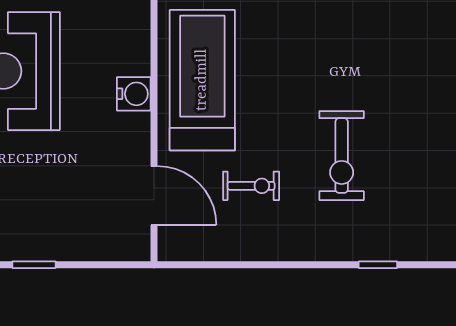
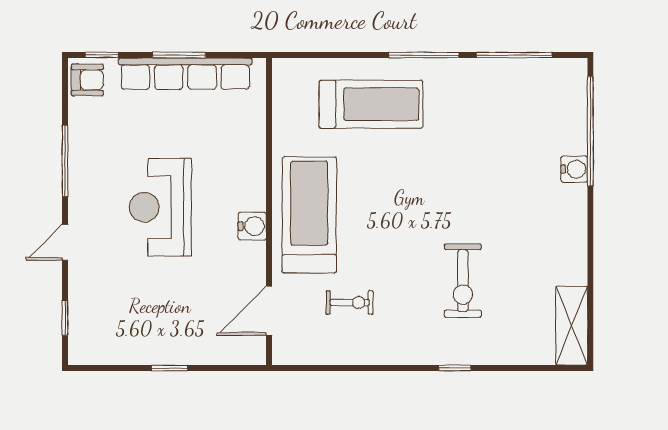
exercise bike: (342, 156) -> (463, 281), moved
door: (154, 196) -> (269, 311), swing flipped

